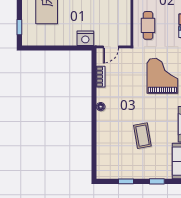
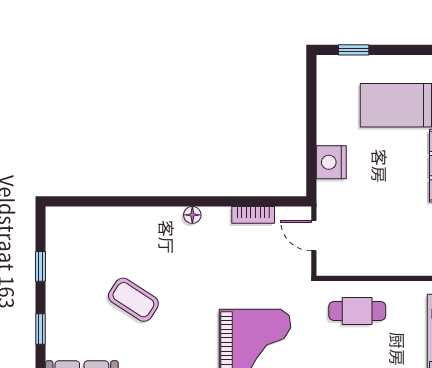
nightstand: (85, 38) -> (331, 162), moved
coffee table: (142, 136) -> (133, 300), turned 43

